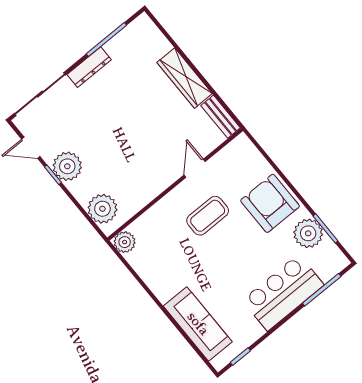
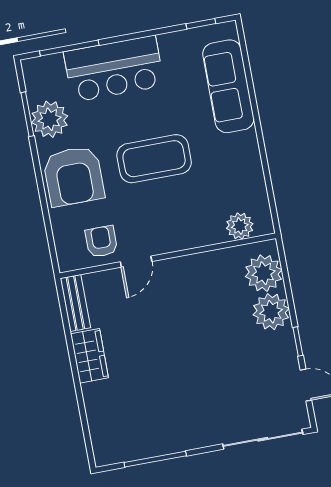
dresser: (89, 67) -> (191, 439), removed
wardrobe: (185, 78) -> (89, 356), width x0.67
plant: (67, 166) -> (271, 312), moved
armchair: (226, 169) -> (101, 242), added
coffee table: (208, 216) -> (154, 159), moved, width x1.36, depth x1.32
plant: (125, 242) -> (240, 226), moved

